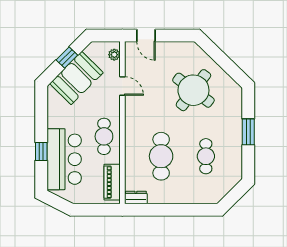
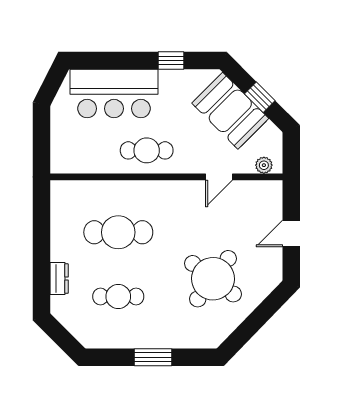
door: (146, 36) -> (291, 233), moved
window: (41, 151) -> (171, 60), moved
piano: (112, 182) -> (81, 162), removed
dresser: (136, 197) -> (59, 279), moved

